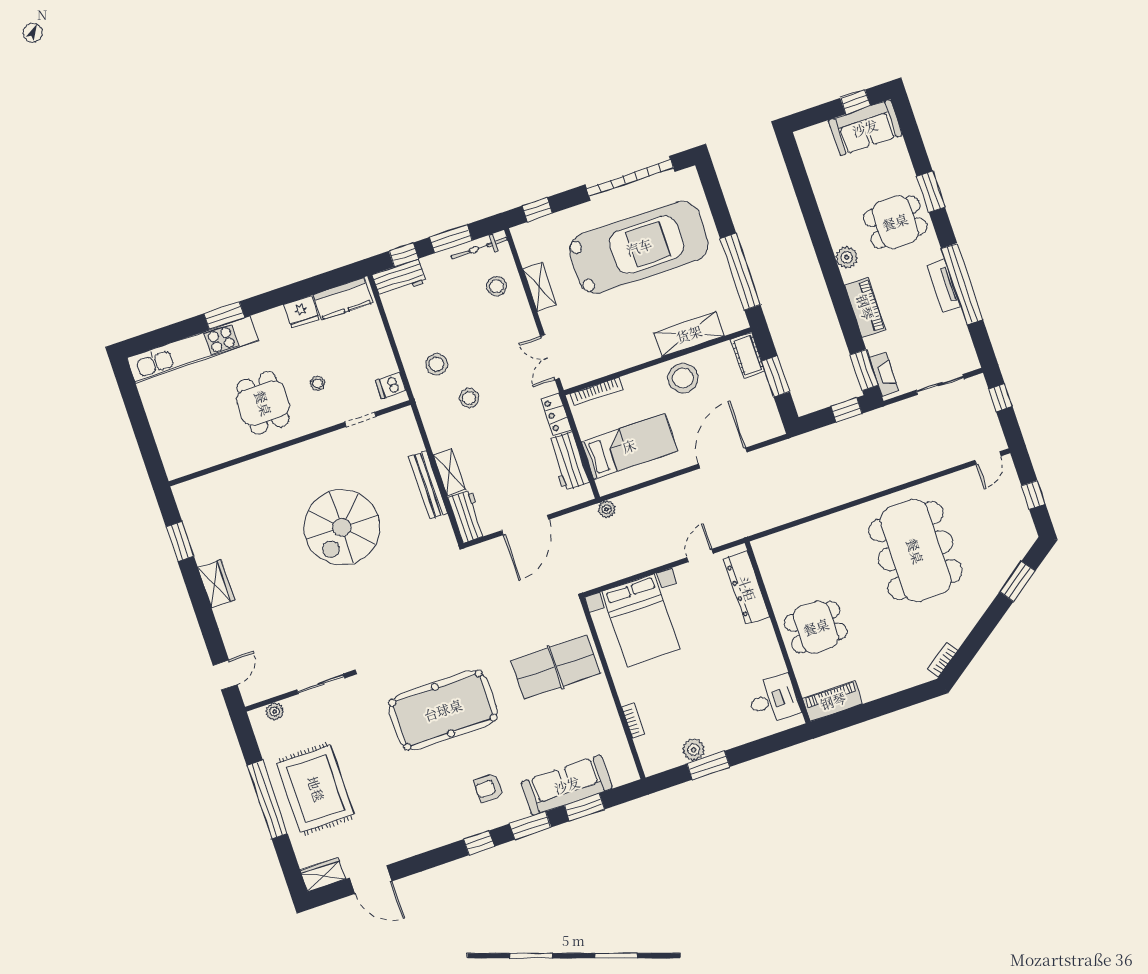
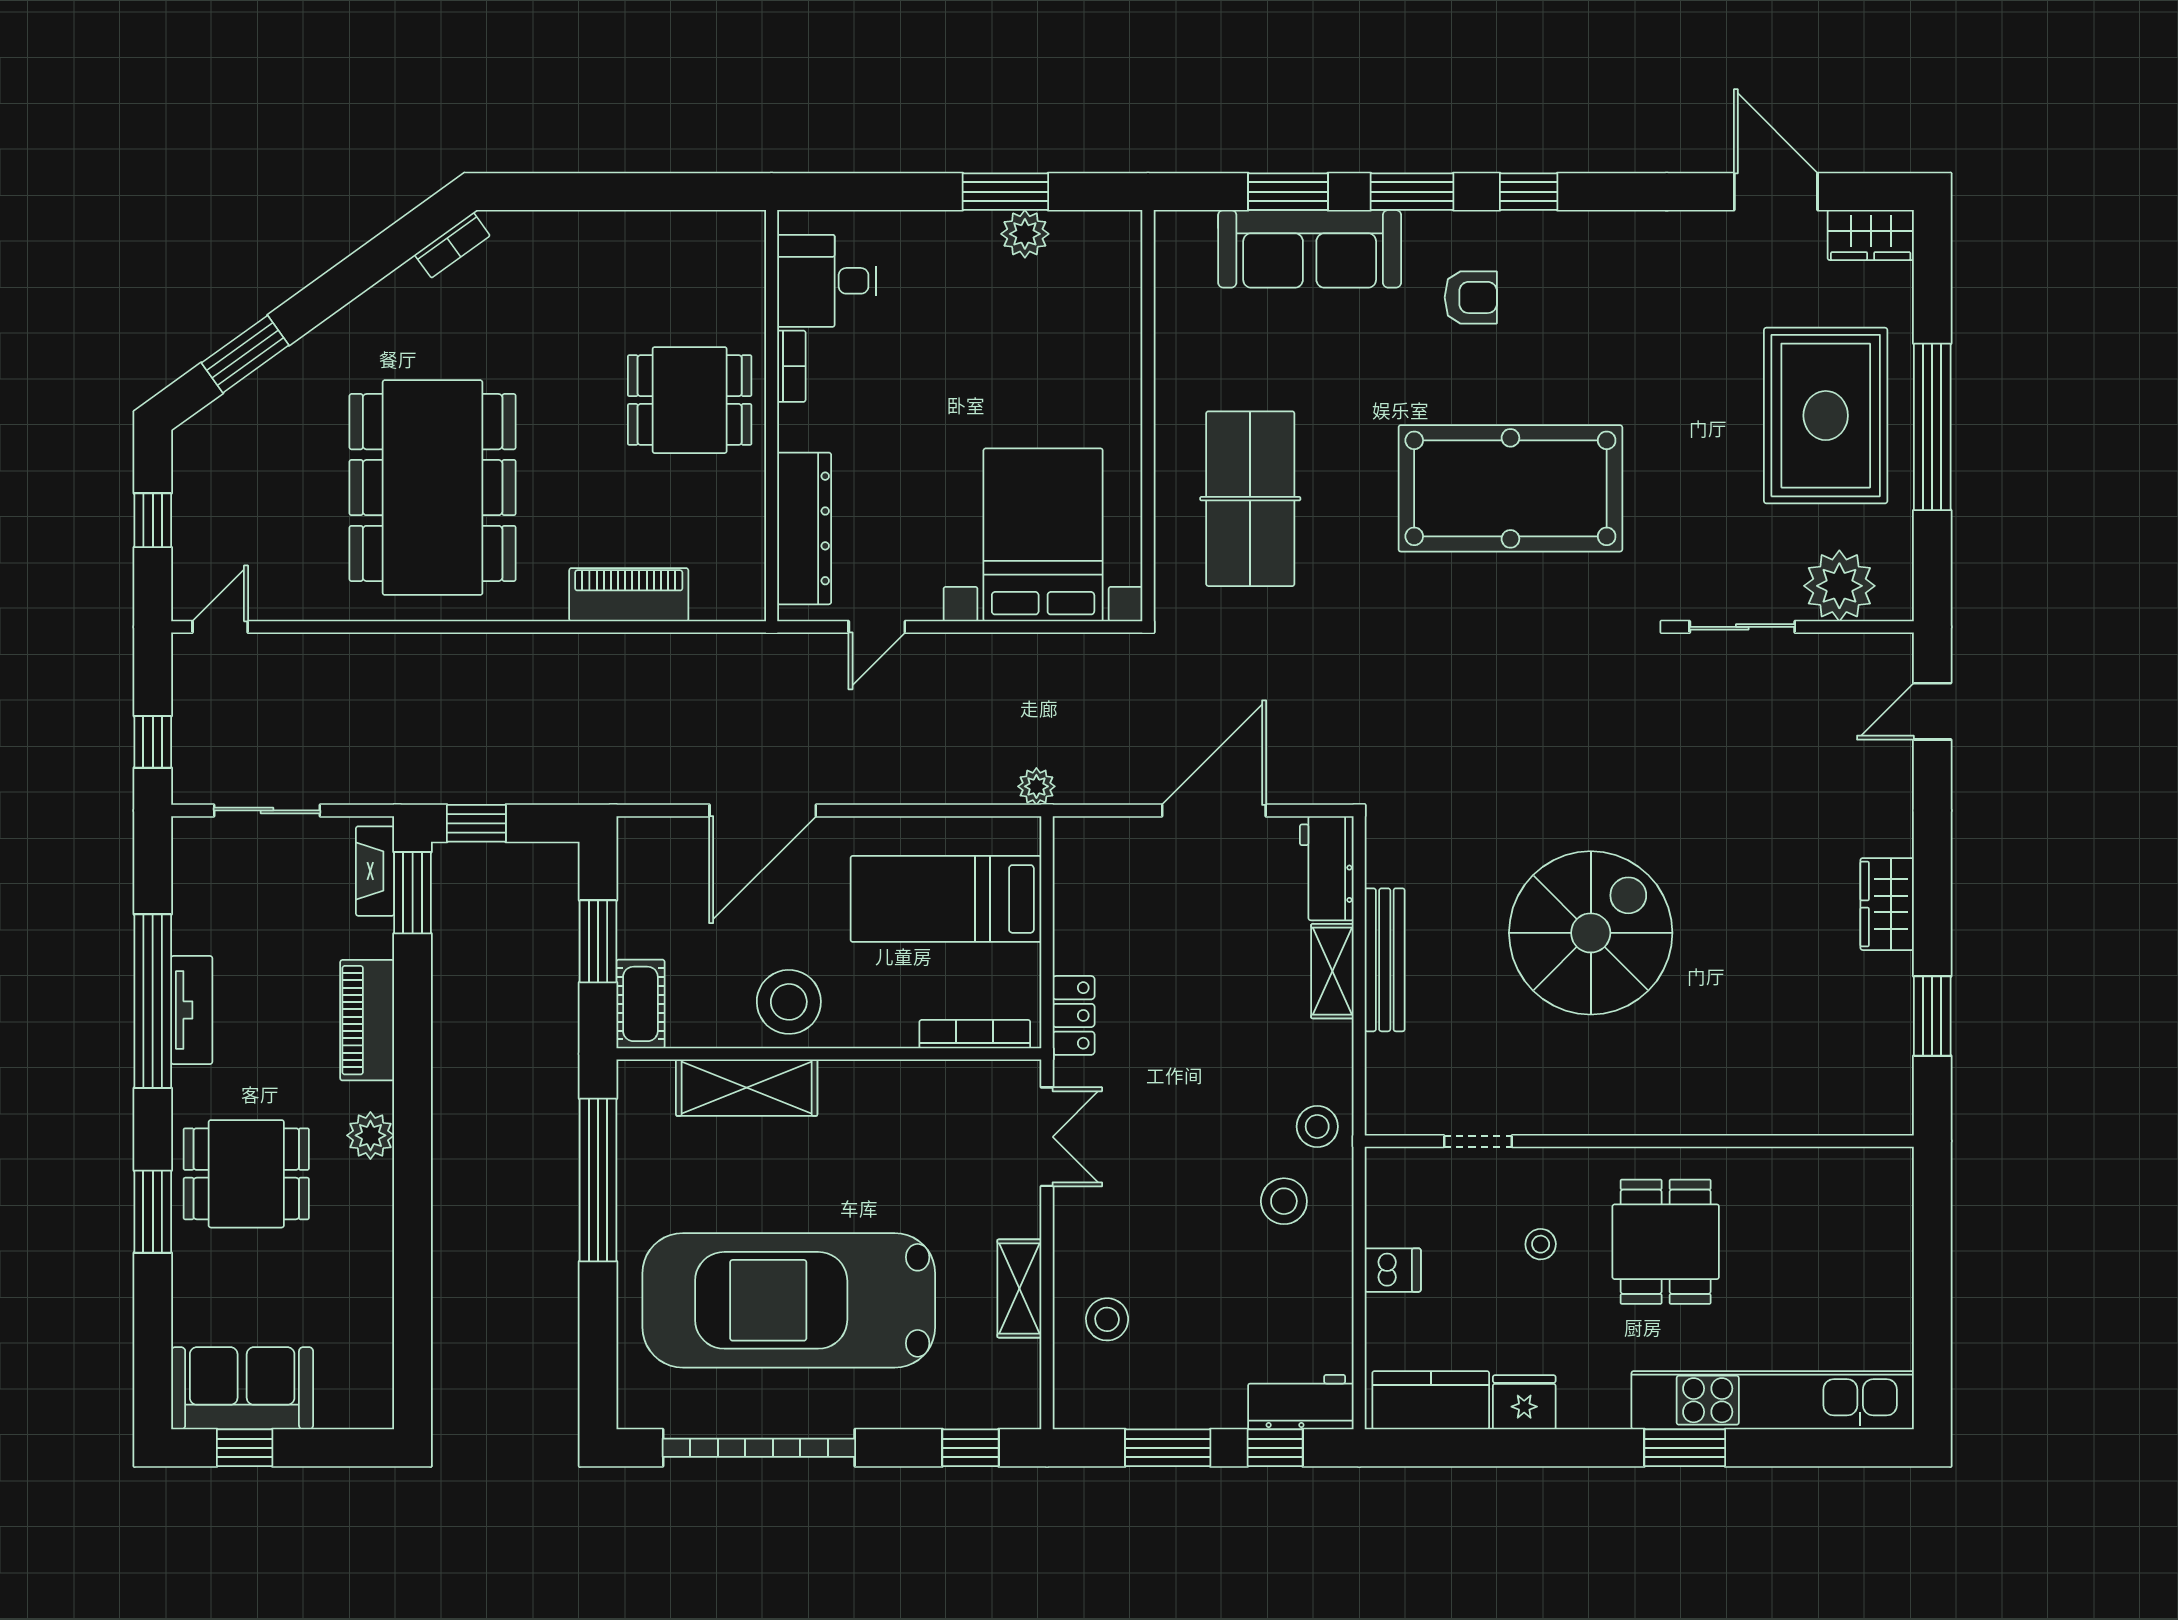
bicycle: (479, 248) -> (1116, 1409), removed
dishwasher: (391, 386) -> (1393, 1270), moved
stool: (469, 398) -> (1317, 1127), moved
workbench: (568, 461) -> (1083, 912), removed
table tennis table: (555, 667) -> (1250, 499), turned 90
piano: (833, 701) -> (629, 595), moved, turned 180
plant: (275, 711) -> (1839, 586), width x1.88, depth x1.88
bookcase: (633, 721) -> (791, 366), moved, turned 180

